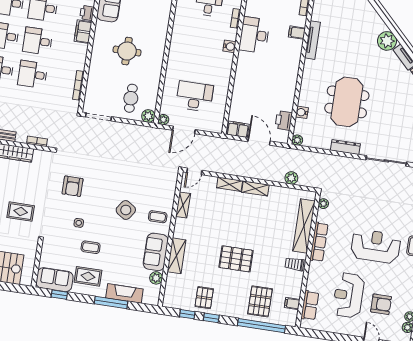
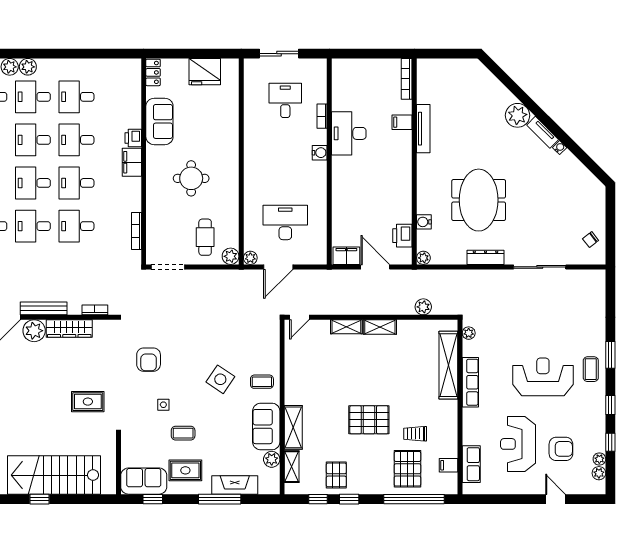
shelving: (183, 205) -> (292, 467), moved
trolley: (294, 264) -> (415, 434), moved

